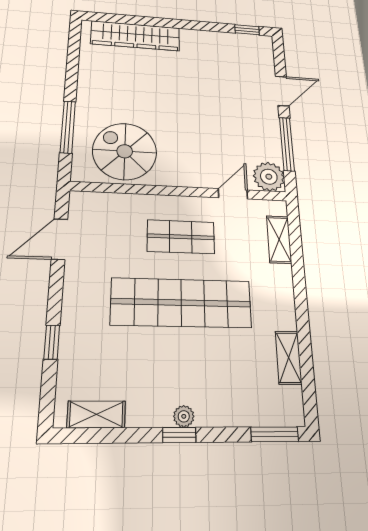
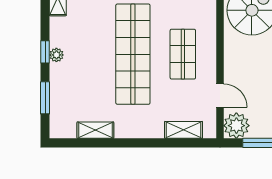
window: (275, 434) -> (45, 98), moved

